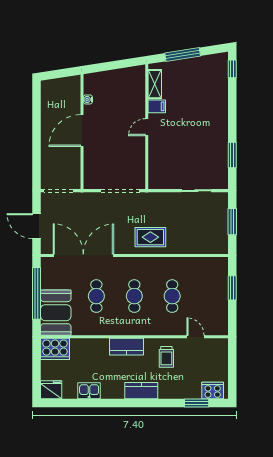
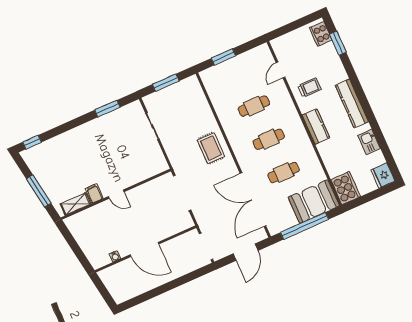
kitchen counter: (141, 391) -> (352, 103), width x1.50

